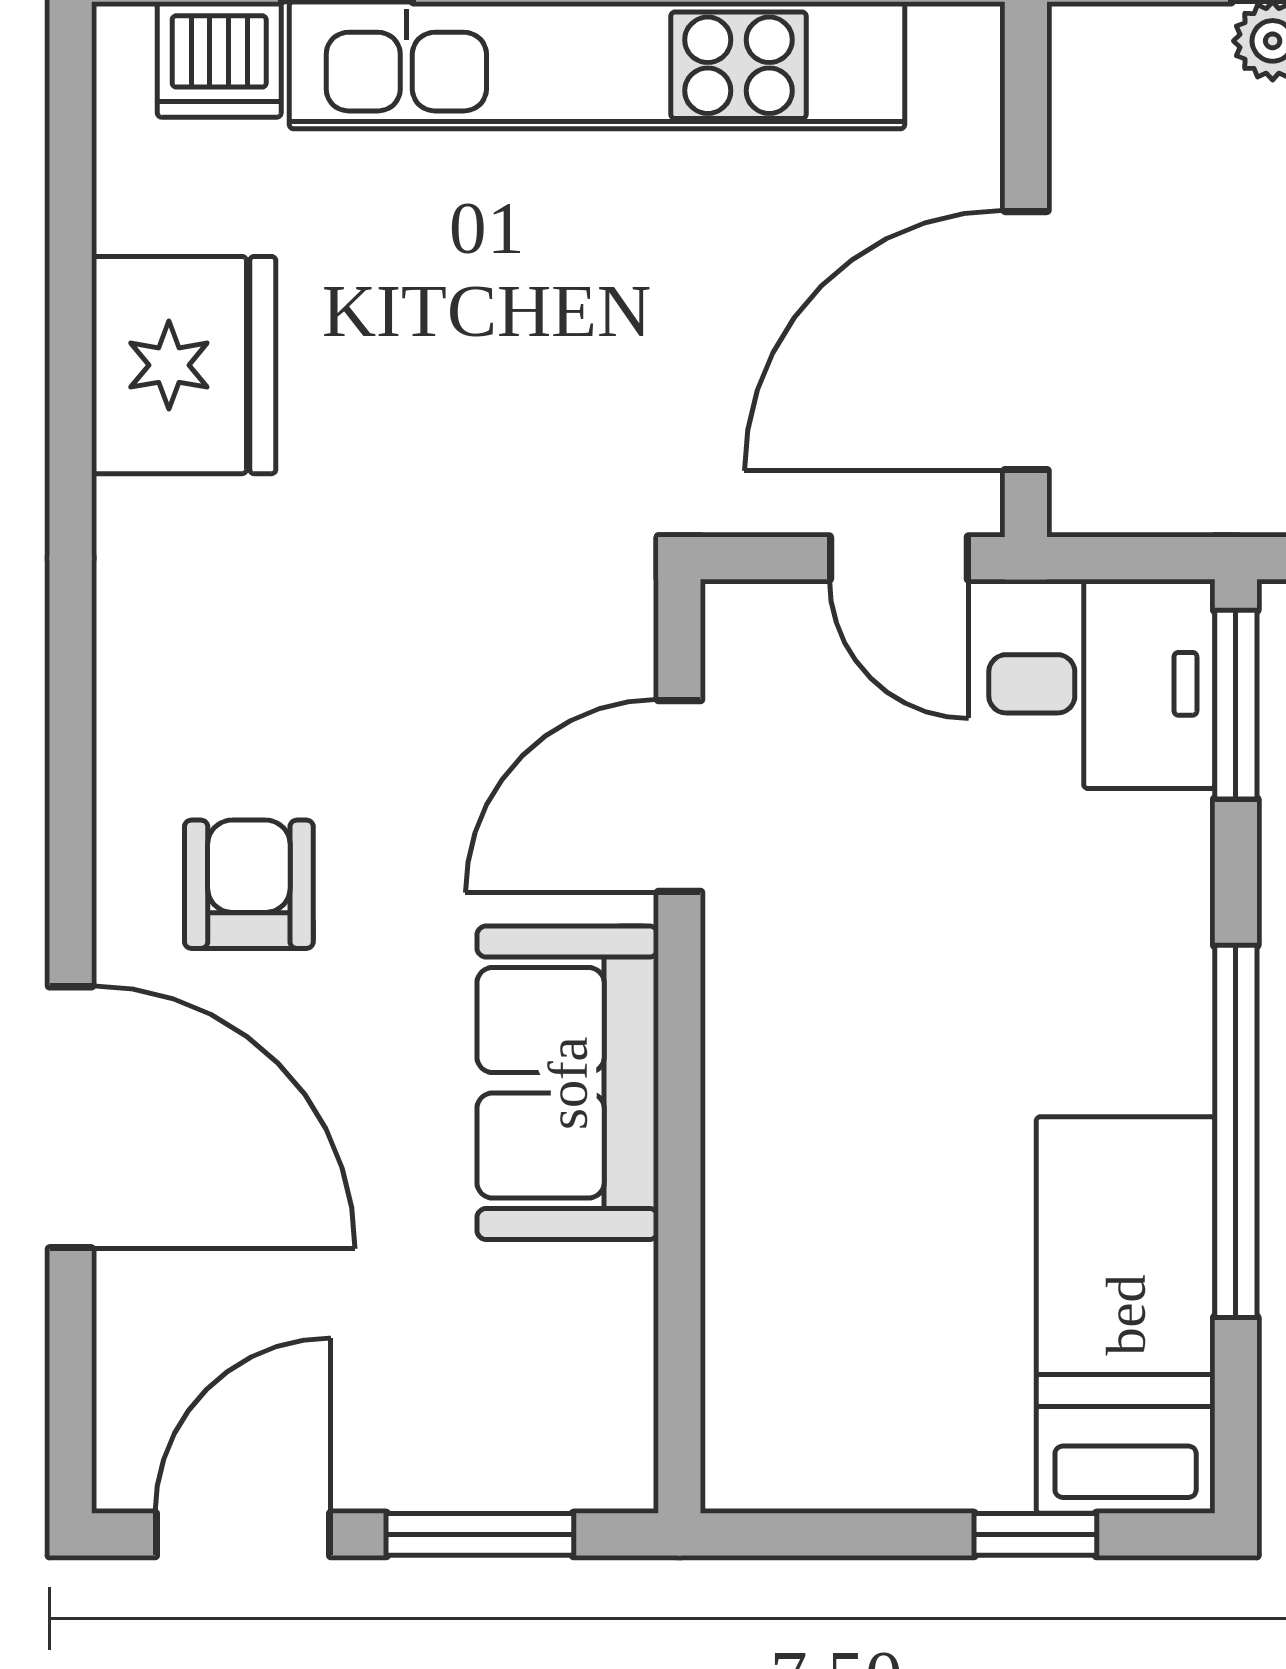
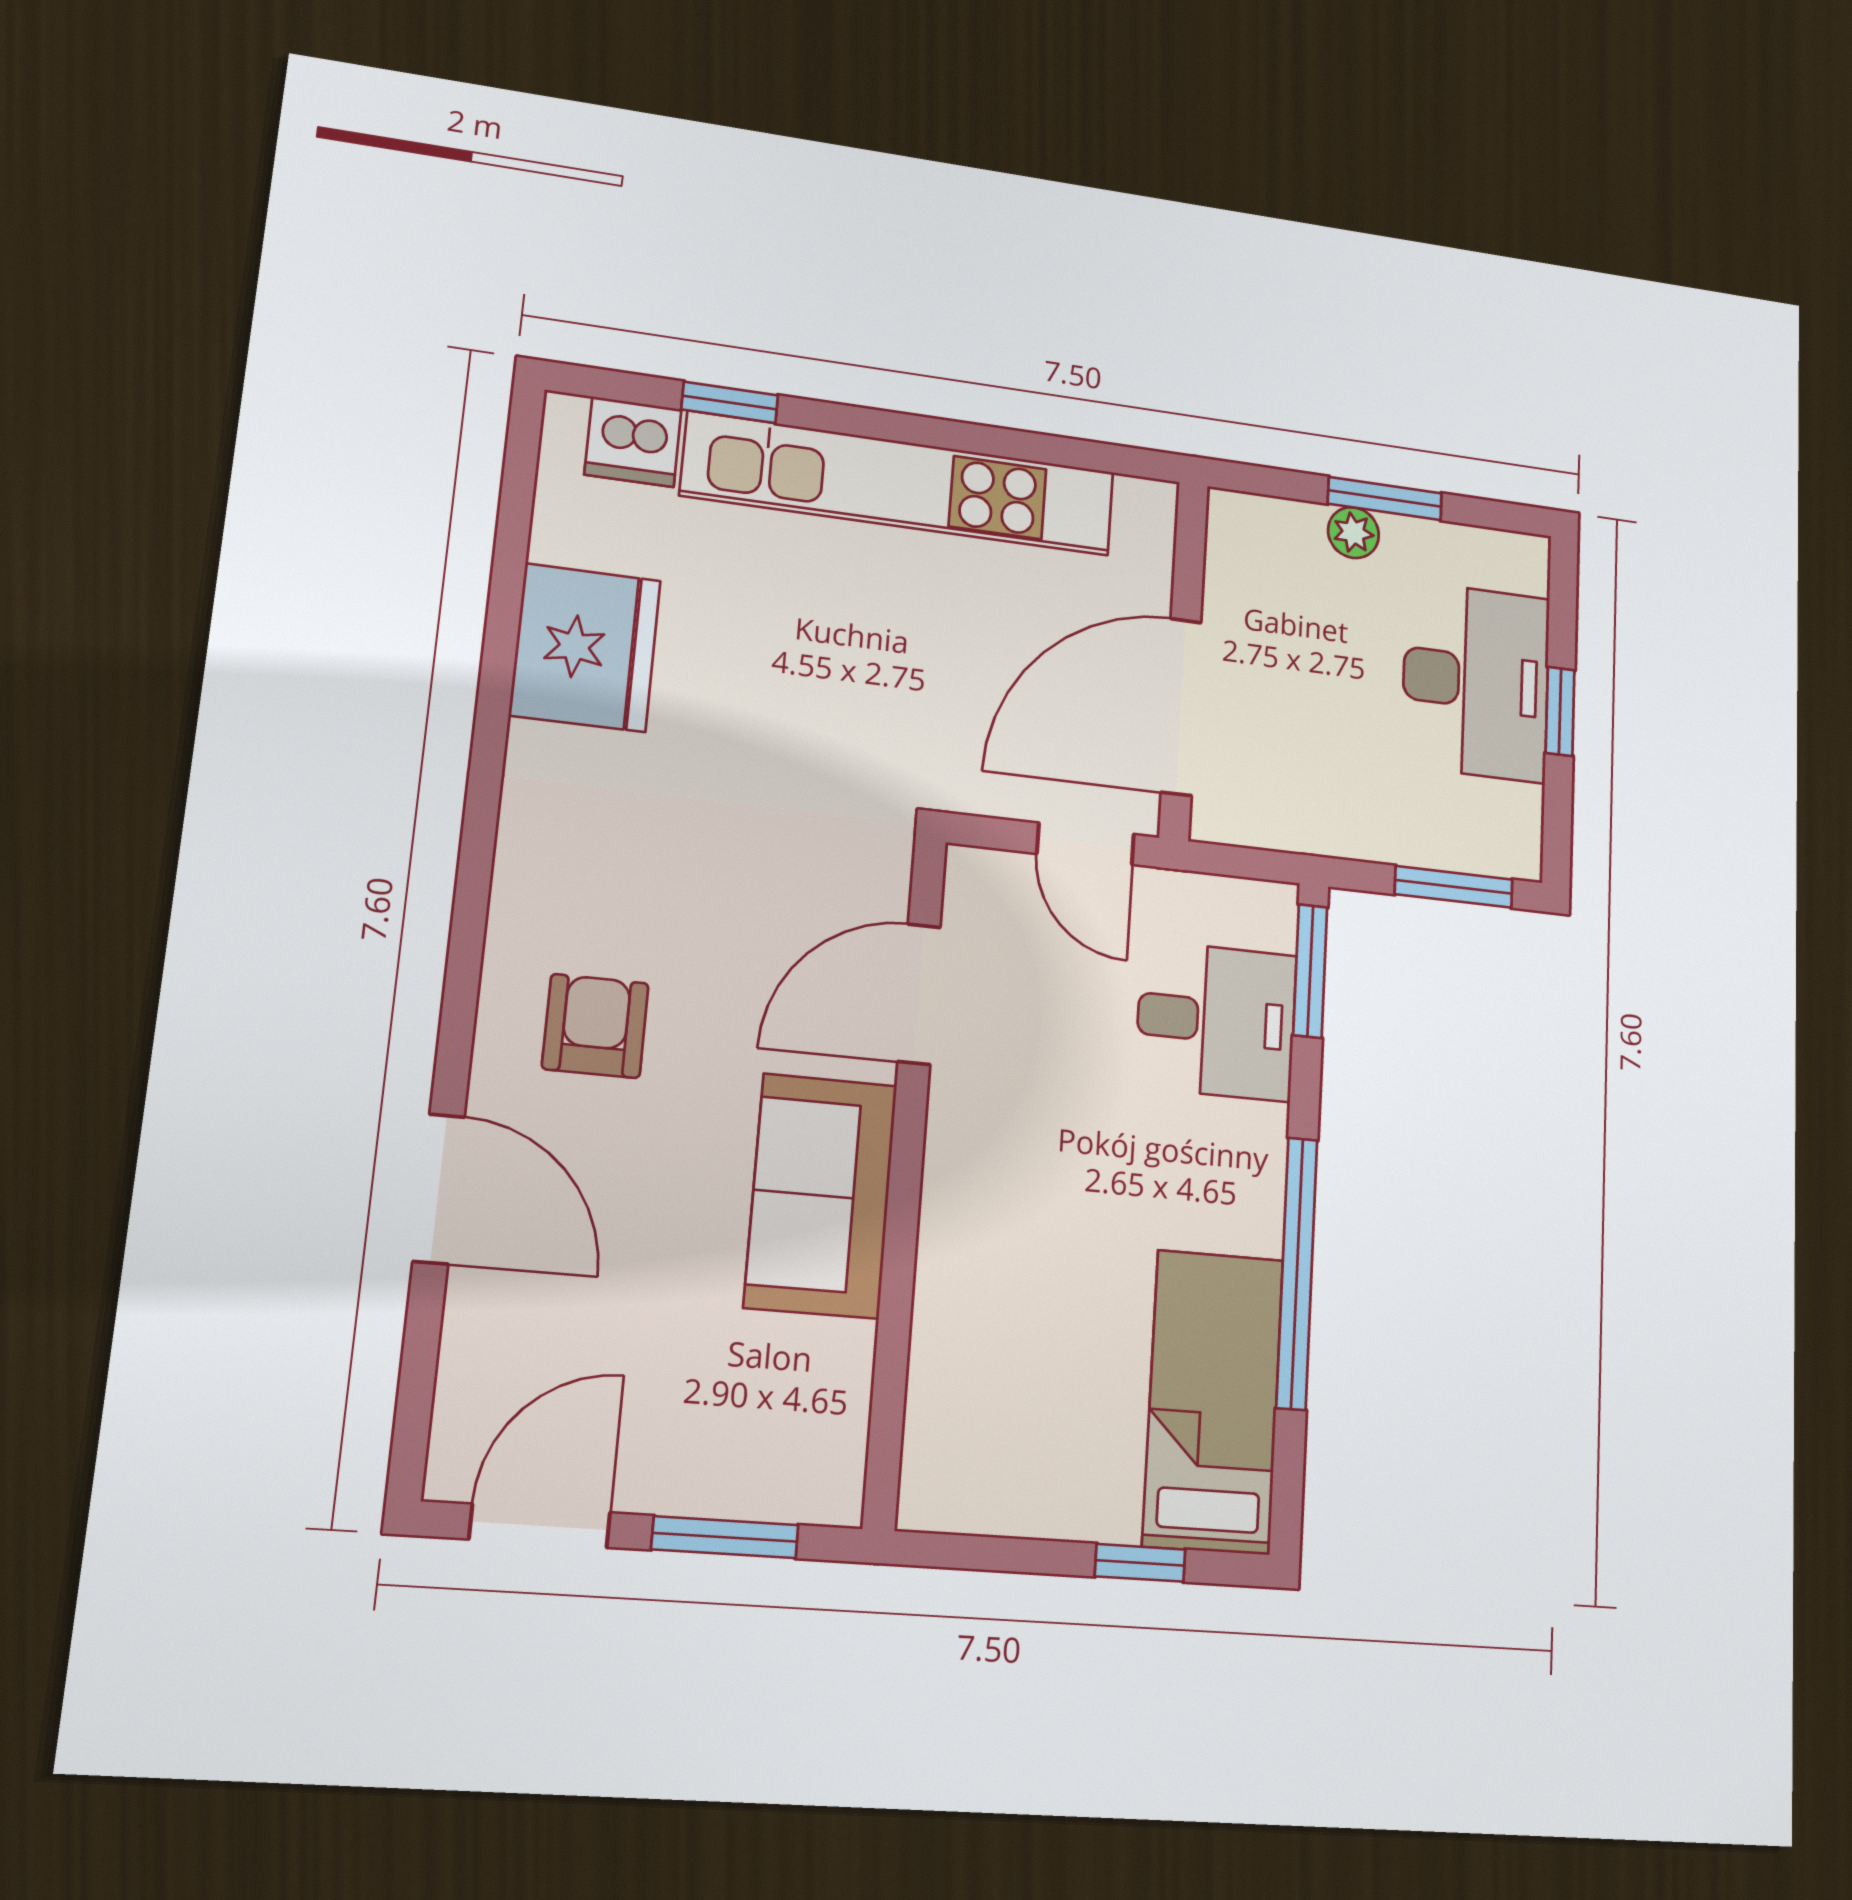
desk: (1102, 684) -> (1216, 1021), moved
door: (71, 1117) -> (439, 1189), width x0.73

